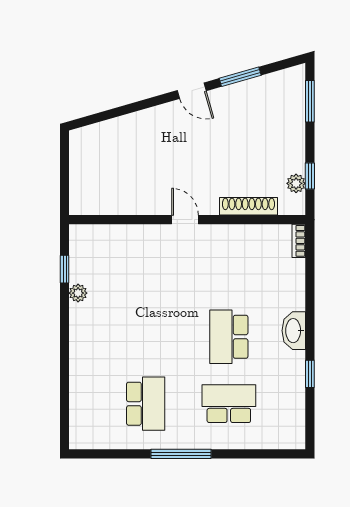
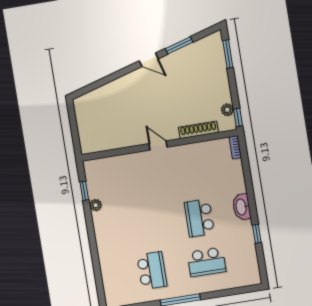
window: (310, 176) -> (238, 117), moved
school desk: (229, 404) -> (206, 262), turned 180

